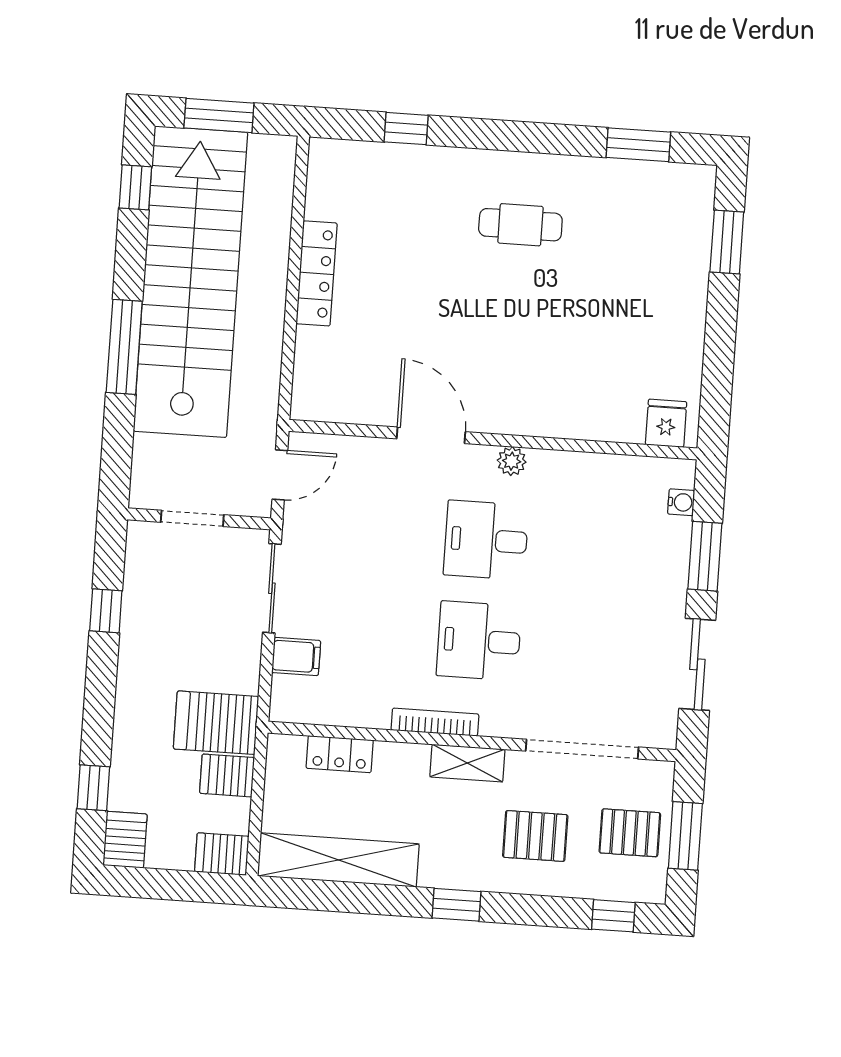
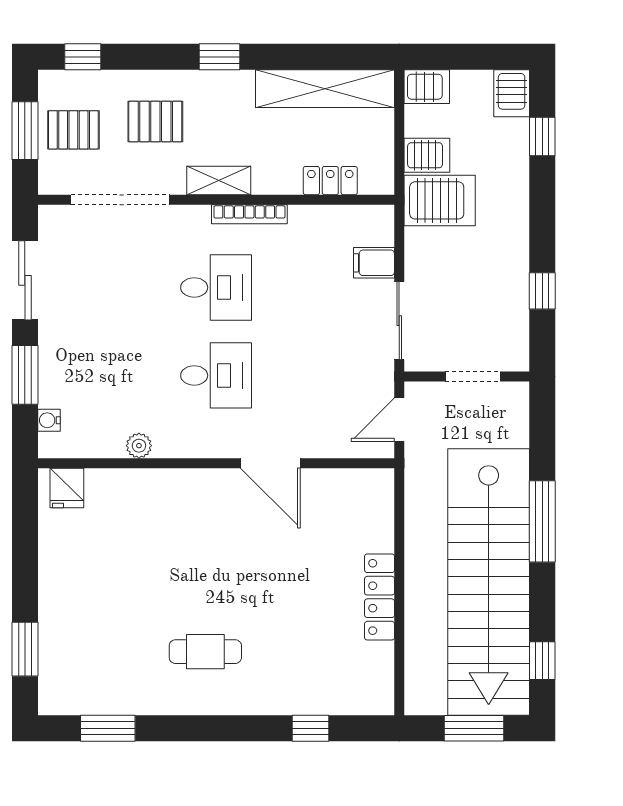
plant: (512, 461) -> (139, 446), moved

